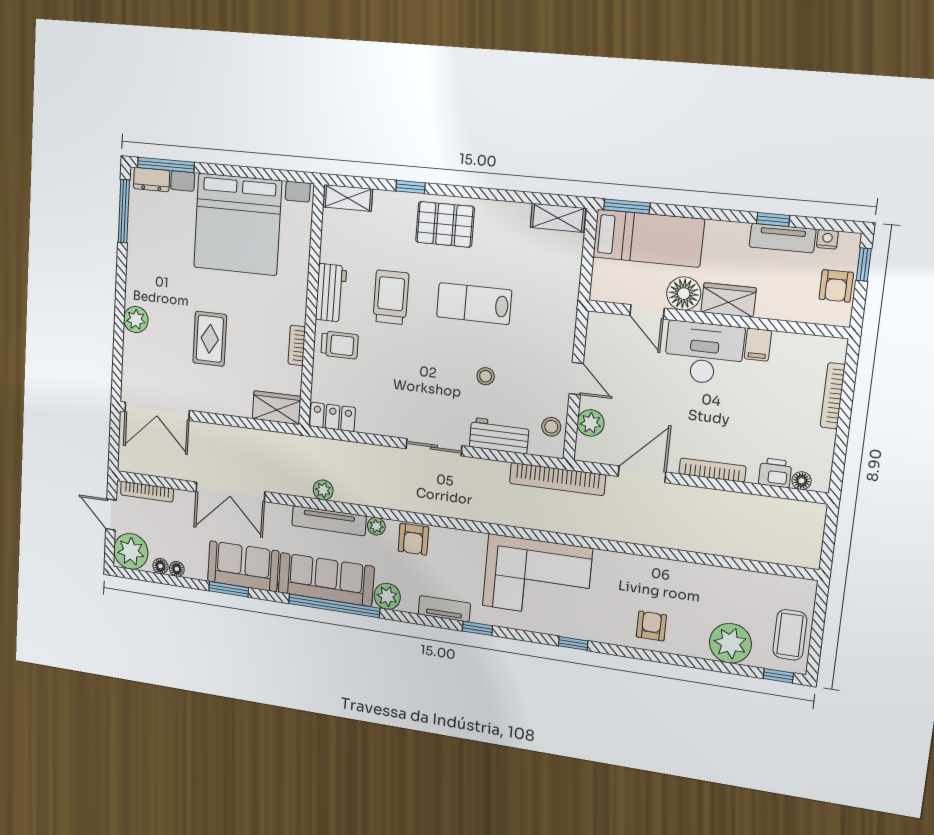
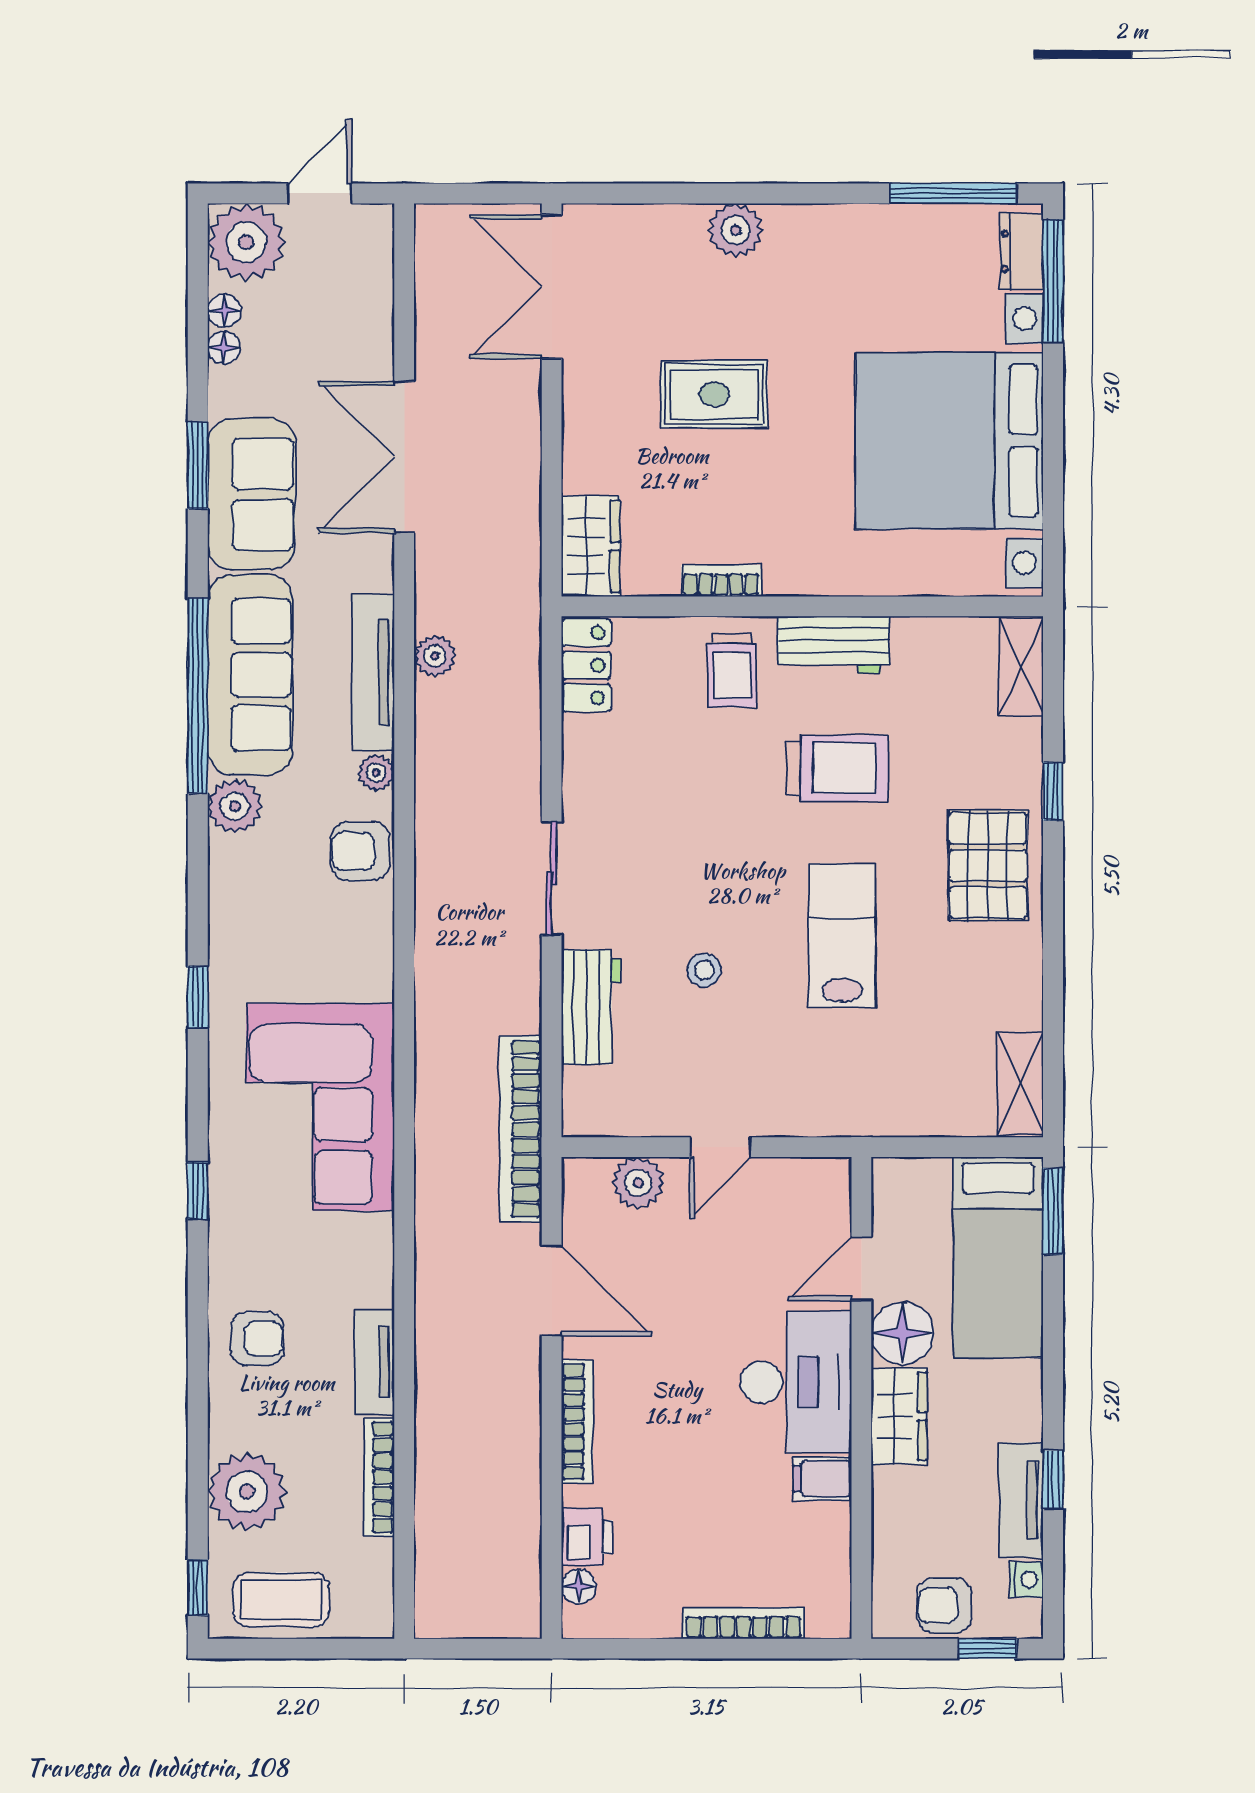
stool: (551, 427) -> (621, 1108), removed
bookcase: (147, 492) -> (379, 1477), moved
tv unit: (444, 609) -> (374, 1362), moved, turned 180

